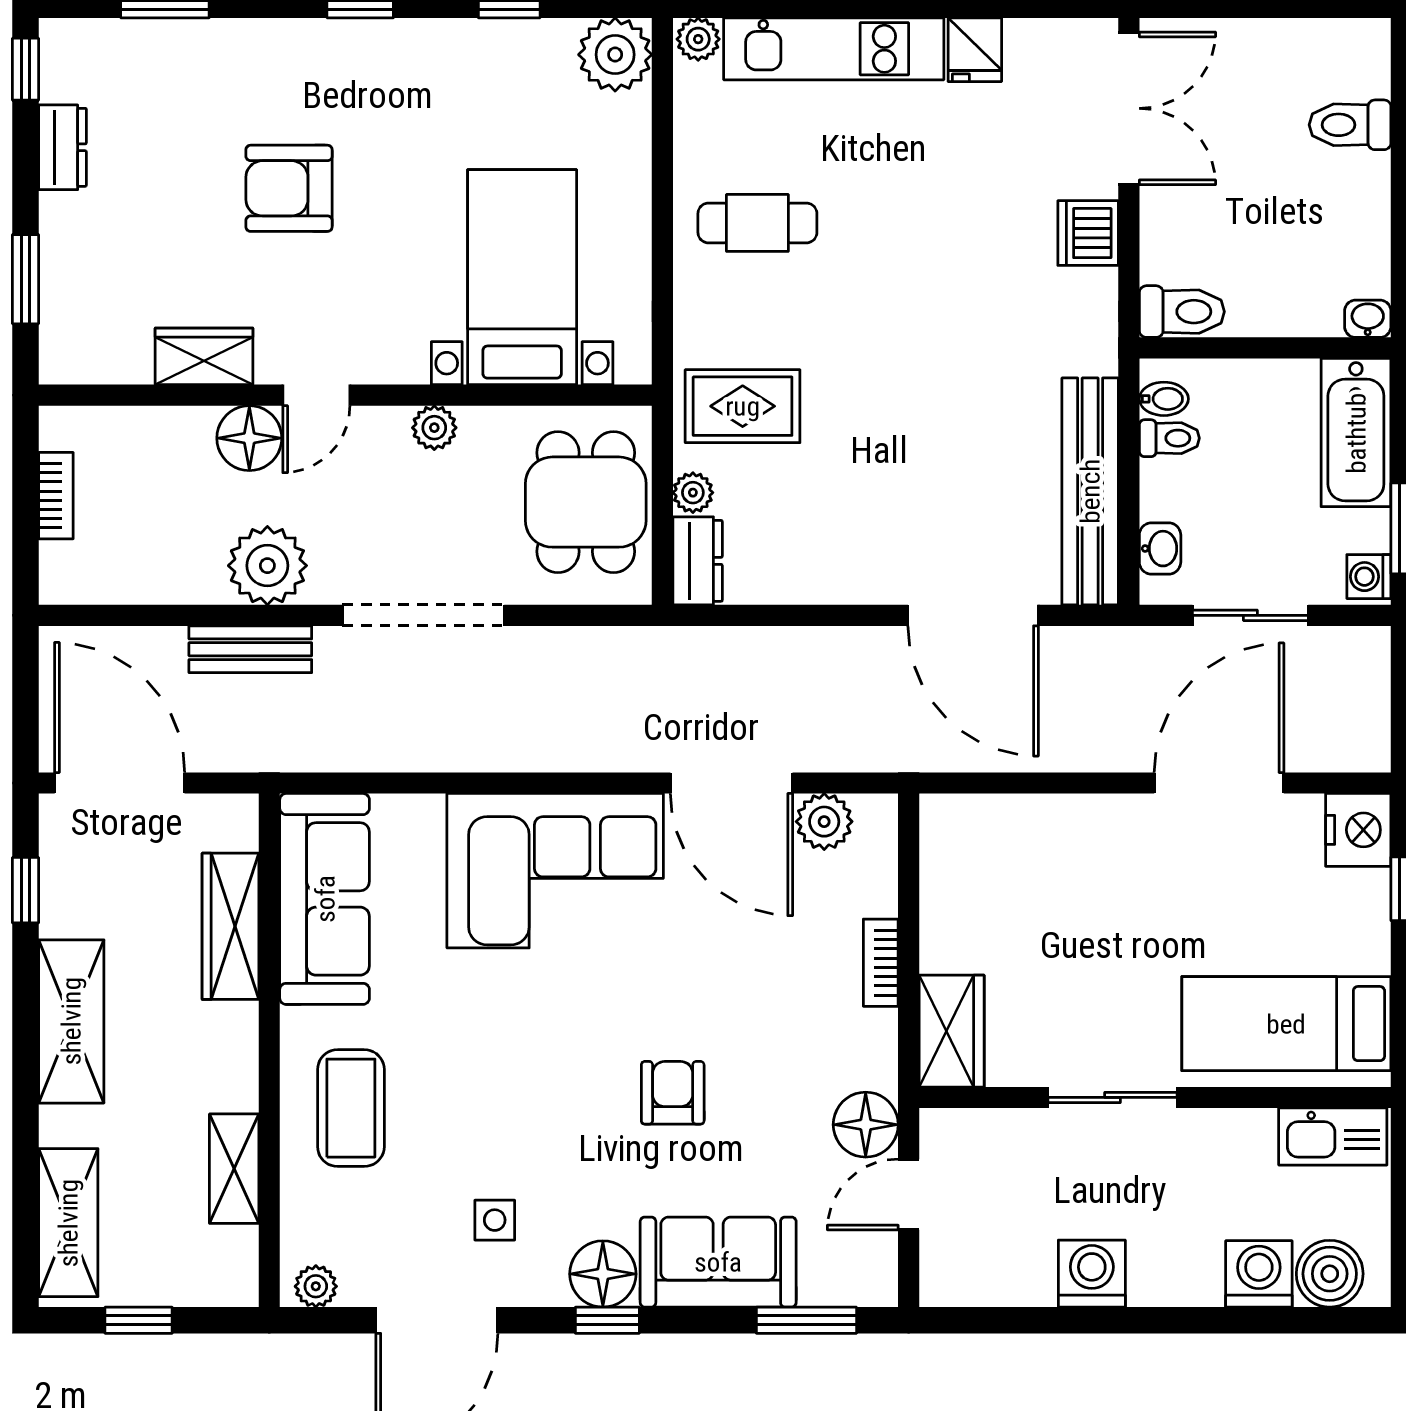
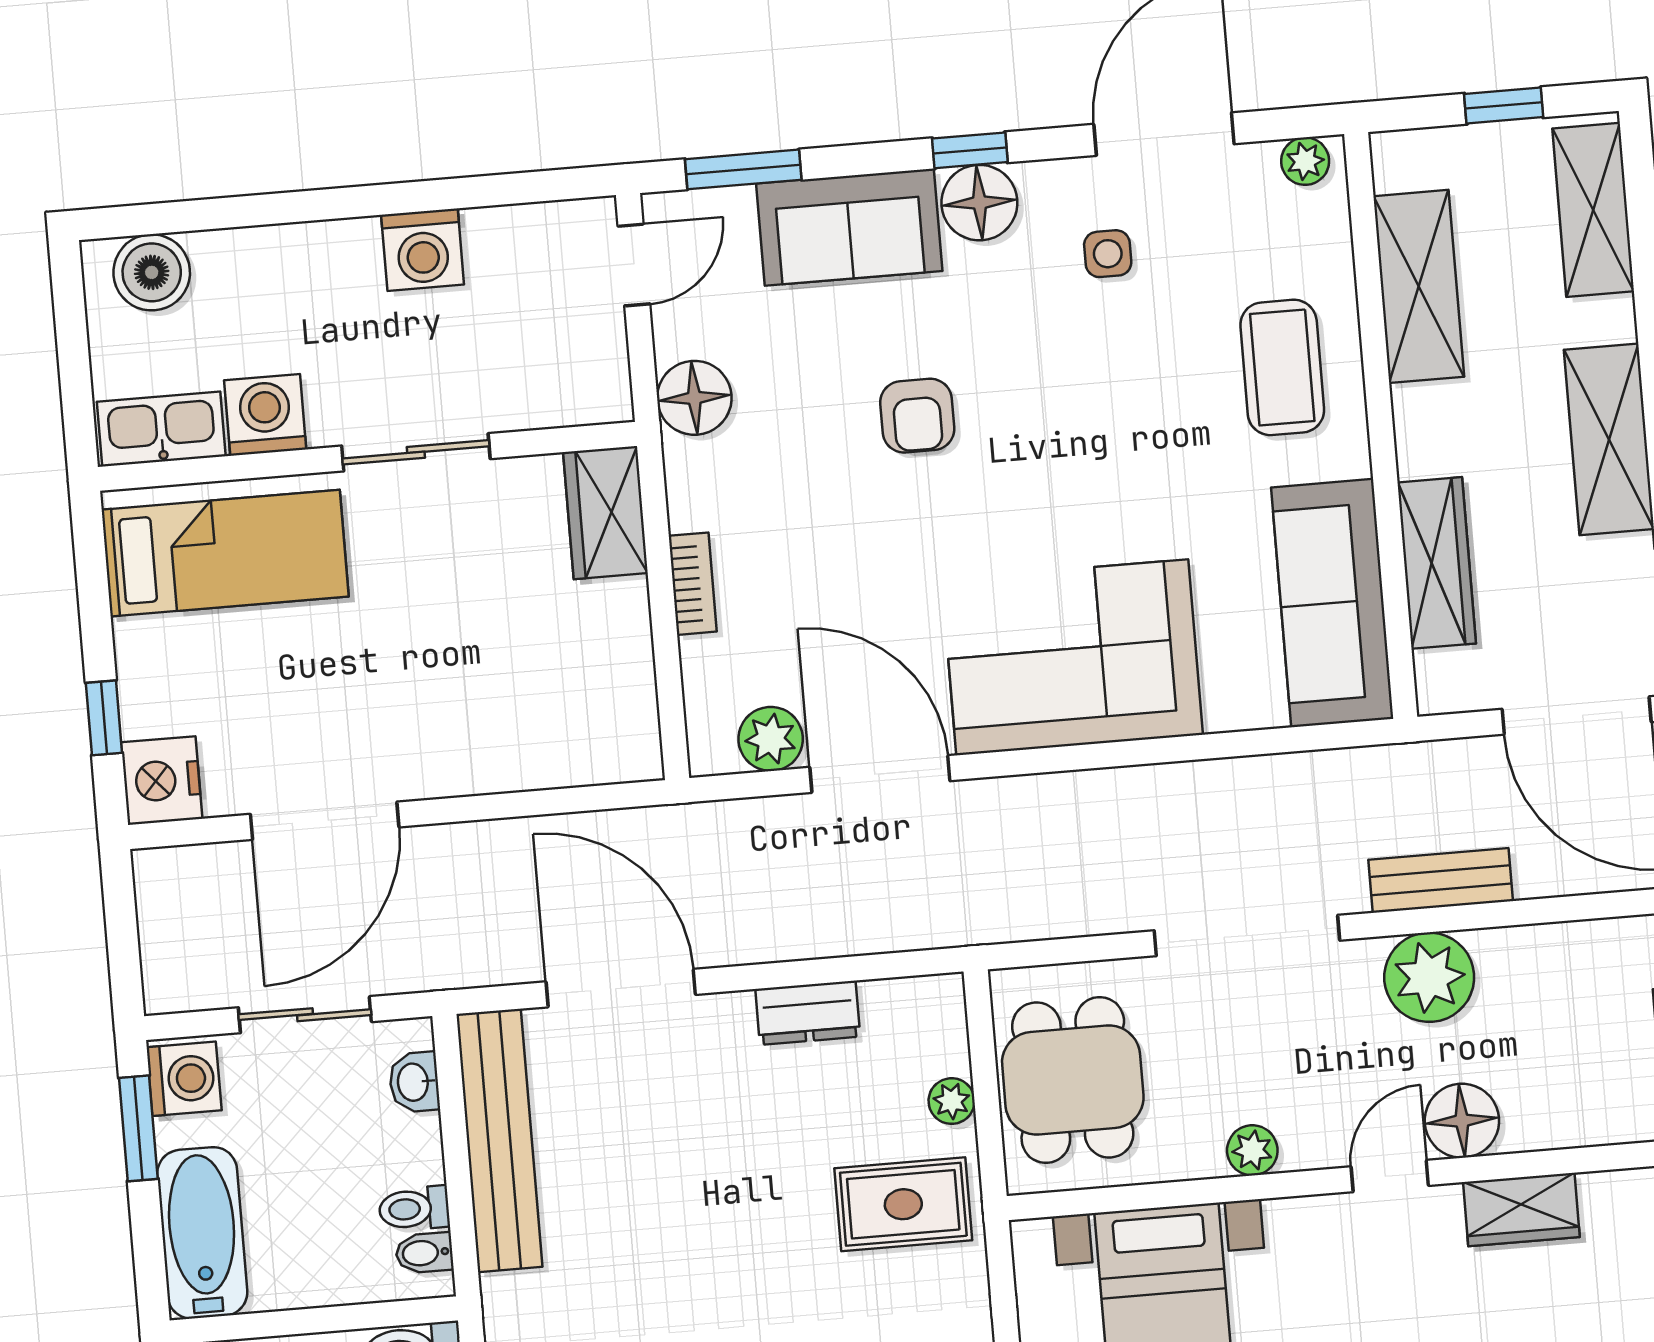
dresser: (698, 561) -> (808, 1013), moved, turned -90
washing machine: (1369, 577) -> (184, 1079), width x1.38, depth x1.38
shelving: (234, 1169) -> (1419, 286), width x1.50, depth x1.33
door: (909, 1194) -> (634, 265), moved
washing machine: (1259, 1274) -> (265, 415), moved, turned 180

